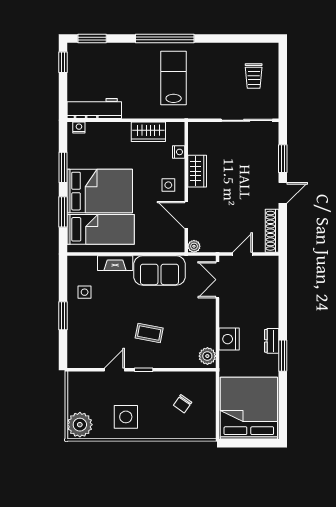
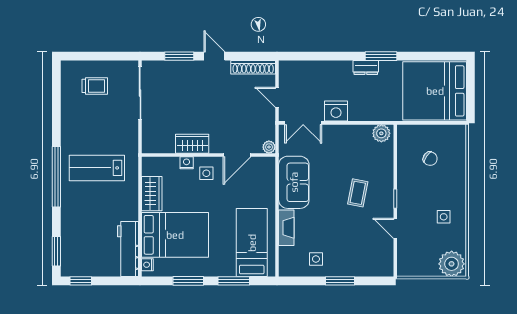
nightstand: (179, 152) -> (187, 163), moved
bed: (100, 191) -> (175, 235), moved, turned 90
nightstand: (229, 339) -> (336, 111), moved
side table: (126, 417) -> (444, 217), width x0.54, depth x0.54

